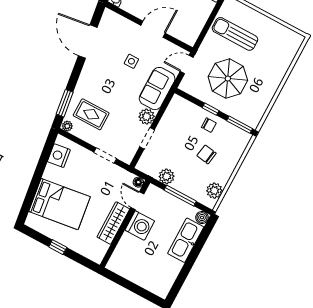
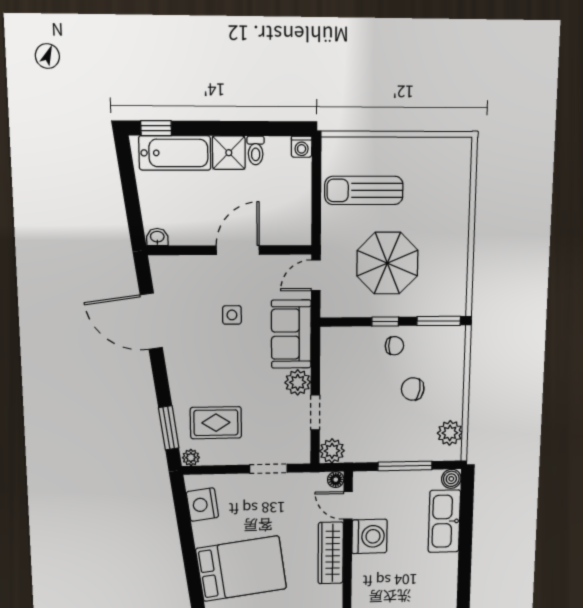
plant: (167, 176) -> (332, 451), moved

